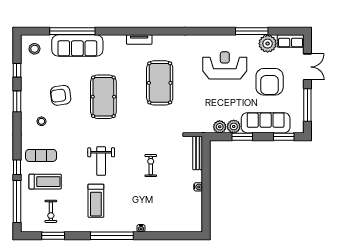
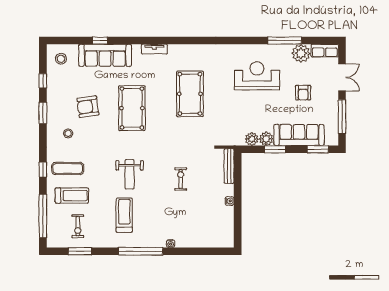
window: (72, 31) -> (100, 41), width x0.32
tv unit: (139, 40) -> (154, 49), moved
armchair: (270, 82) -> (303, 93), width x0.53, depth x0.53
window: (17, 167) -> (43, 170), moved
treadmill: (96, 201) -> (124, 215), turned 180

